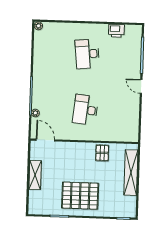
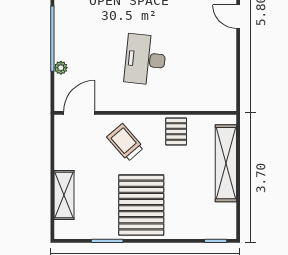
door: (45, 140) -> (79, 113), hinge flipped
trolley: (72, 158) -> (125, 142), added
shelving: (35, 175) -> (64, 195), moved
pallet: (80, 196) -> (141, 205), turned 90

